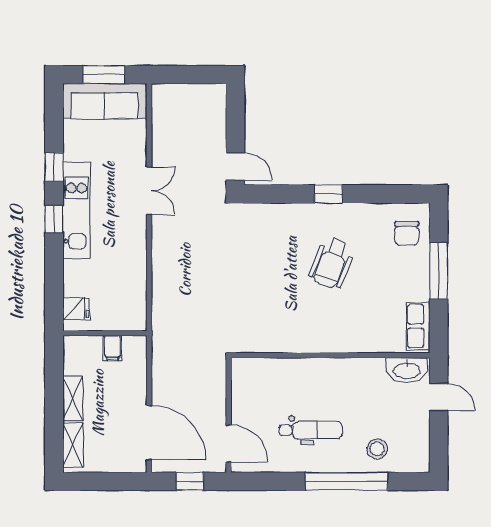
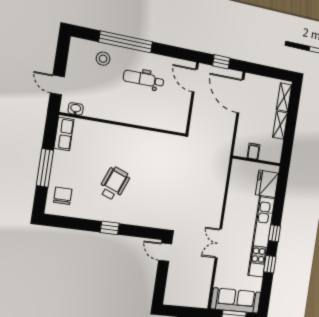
kitchen unit: (76, 210) -> (261, 237), width x1.36
fridge: (76, 308) -> (267, 184), width x1.88, depth x1.34
washbasin: (407, 370) -> (76, 109), width x0.52, depth x0.69

